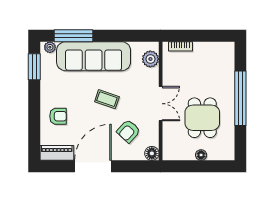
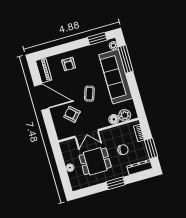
window: (207, 36) -> (151, 148), added
dresser: (228, 59) -> (140, 167), added
chair: (197, 75) -> (123, 150), added
window: (240, 98) -> (116, 183), width x0.47
double door: (161, 104) -> (87, 134), moved
floor lamp: (152, 153) -> (114, 119), moved

